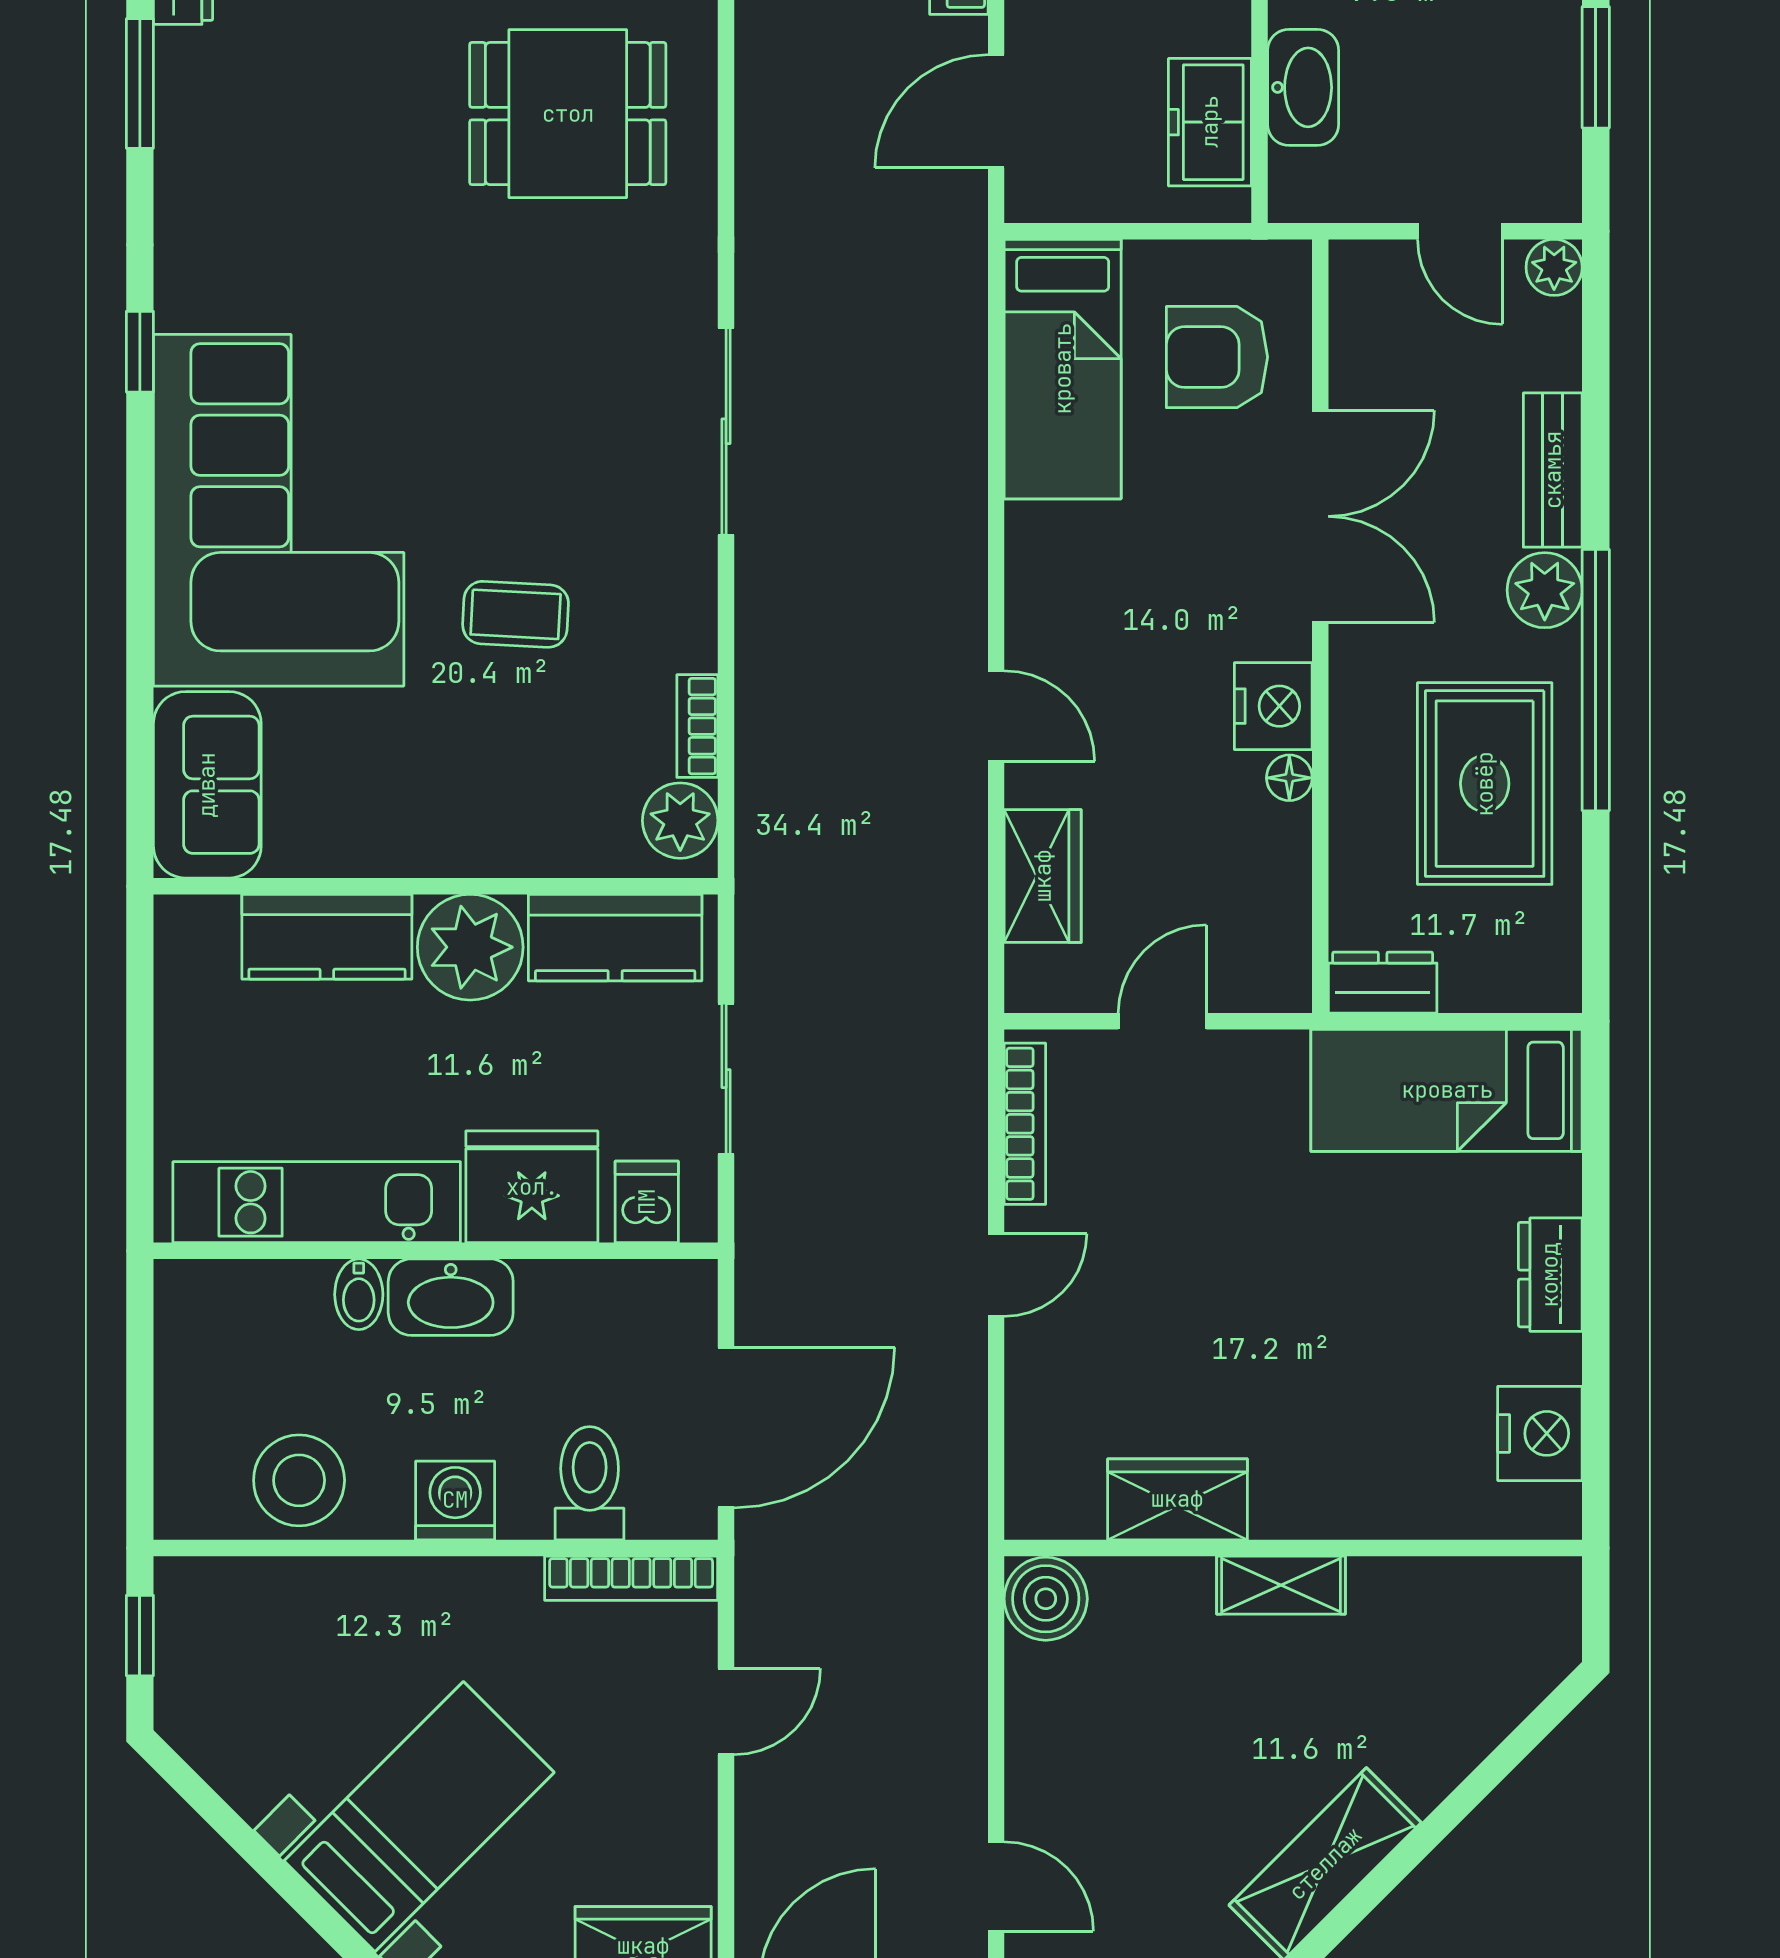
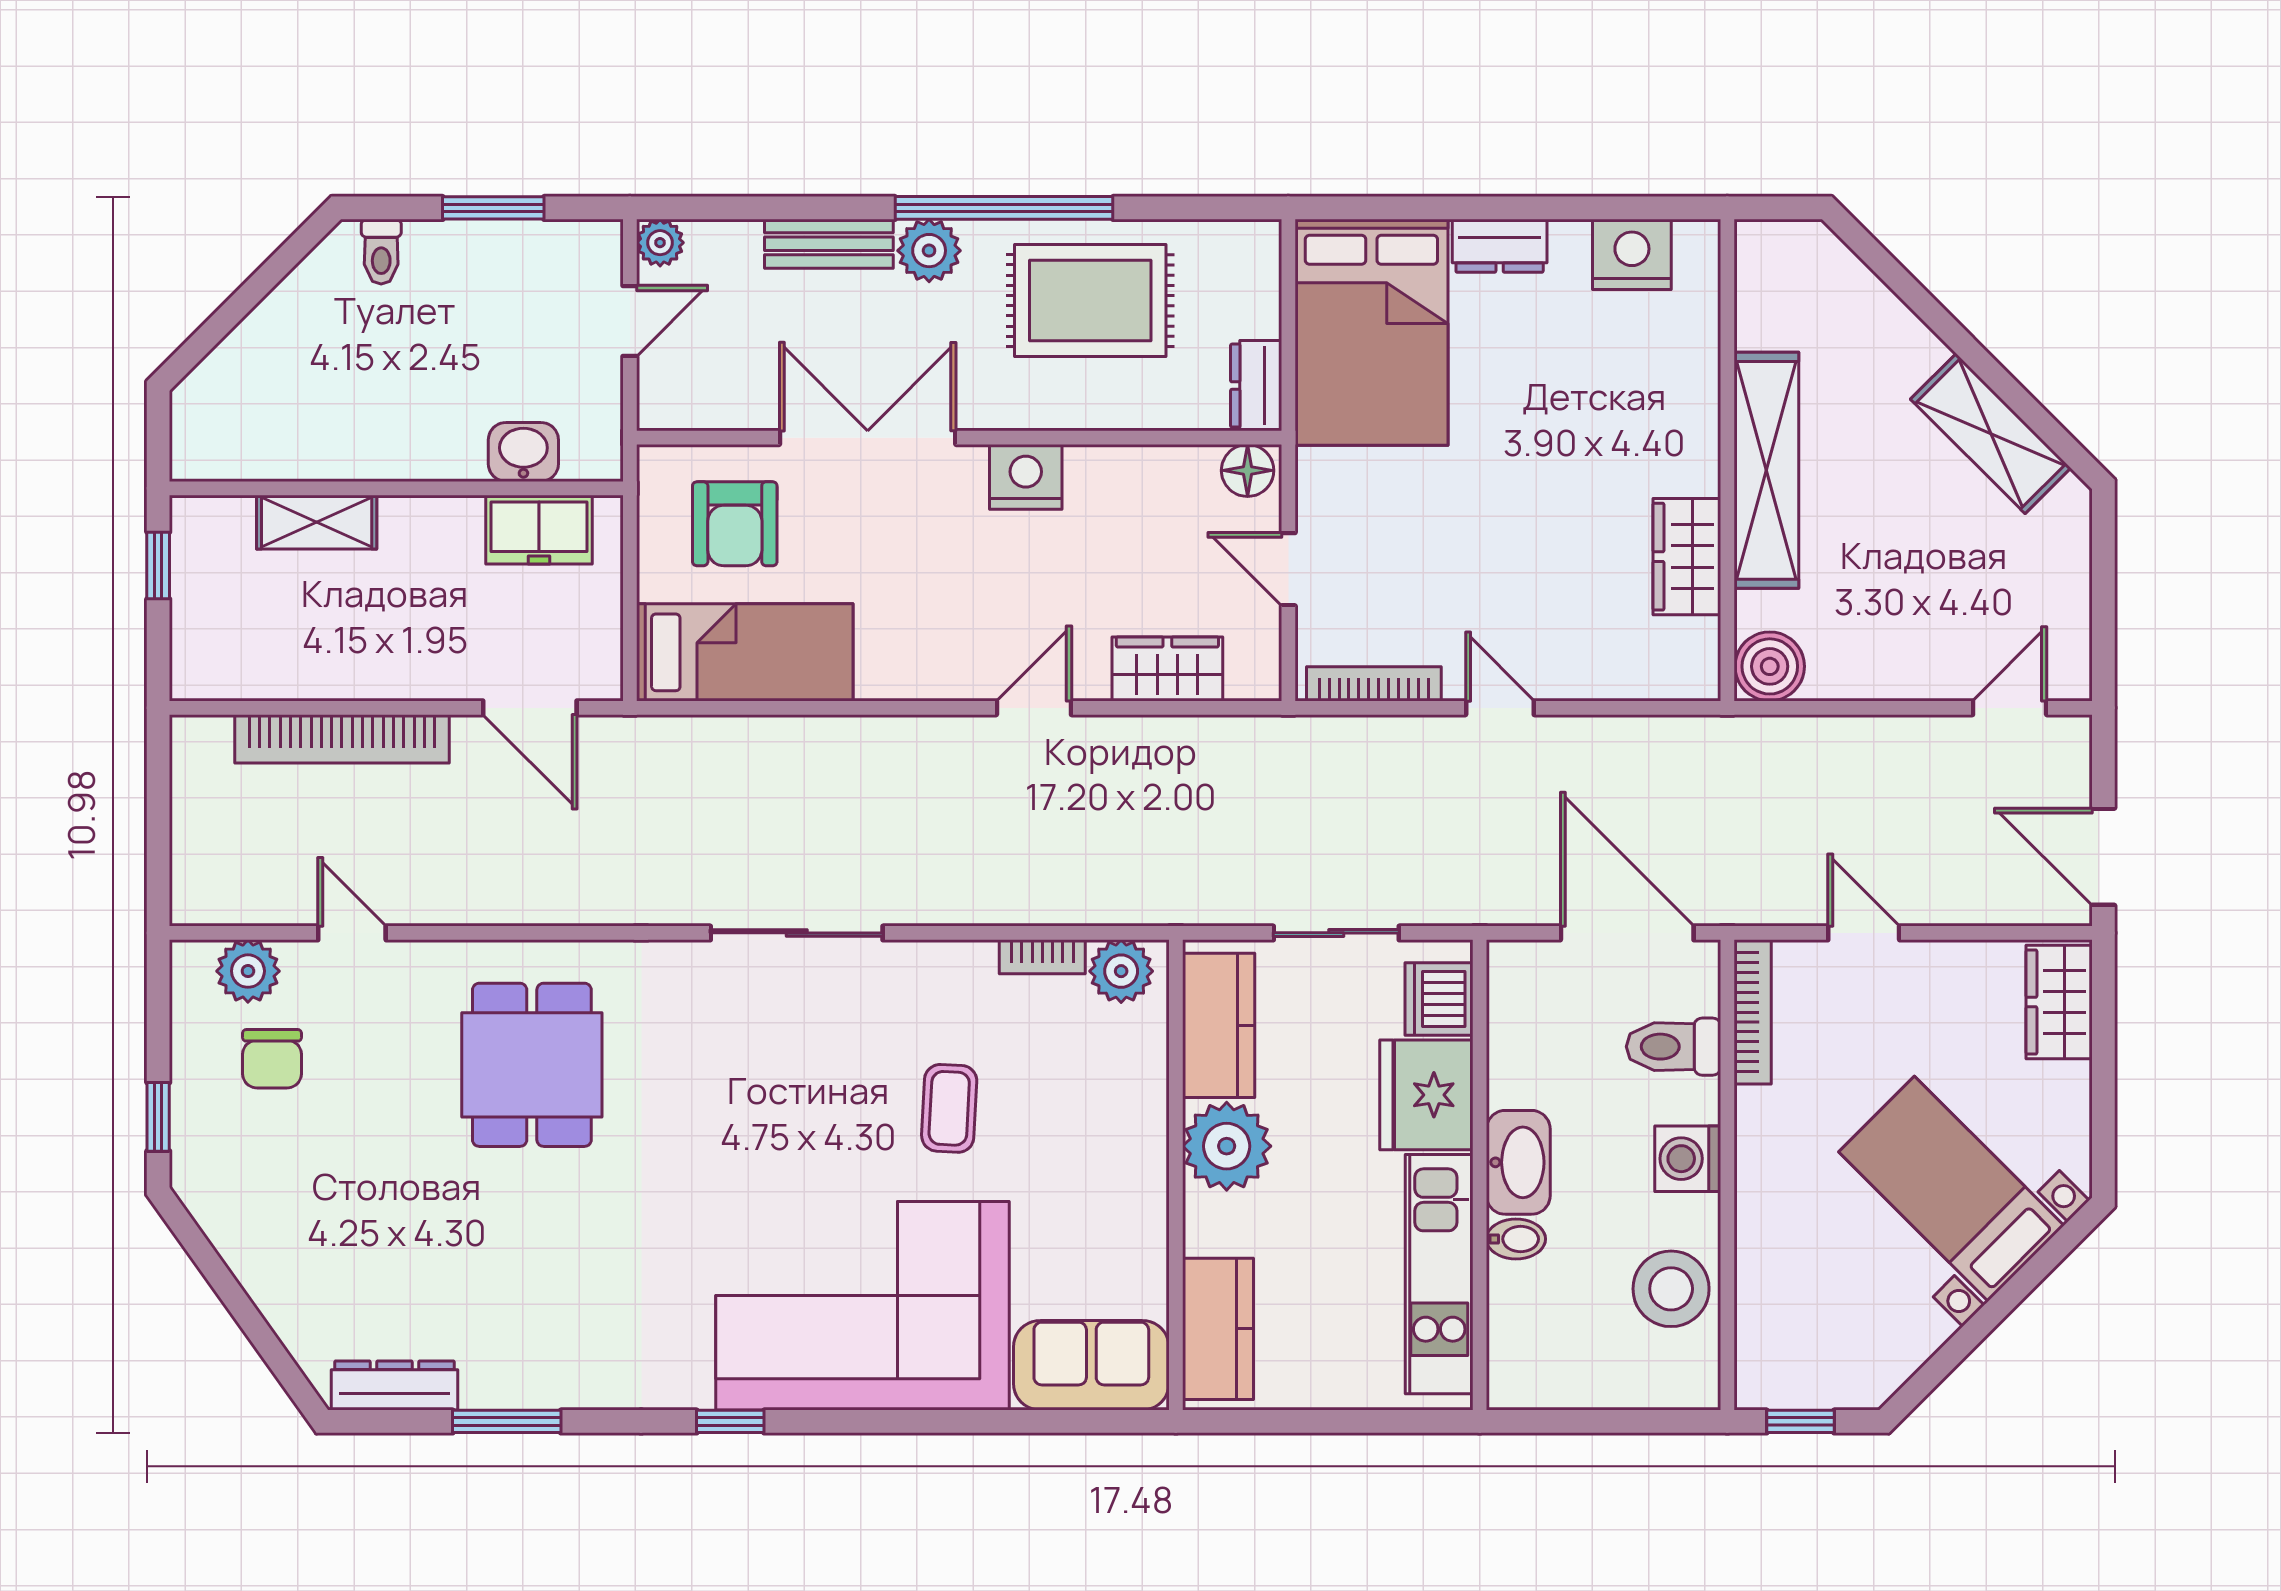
washbasin: (1303, 87) -> (523, 452), width x0.72
floor lamp: (1289, 778) -> (1248, 470), moved, width x1.37, depth x1.37
kitchen counter: (327, 937) -> (1218, 1329), moved
bed: (1447, 1090) -> (1371, 332), width x1.50
dishwasher: (647, 1202) -> (1439, 999), width x1.38
shelving: (1281, 1585) -> (1766, 470), width x2.20, depth x1.33

